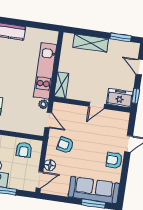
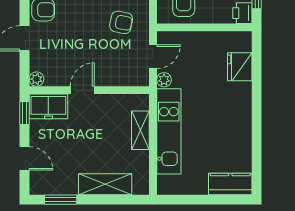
shelving: (62, 85) -> (140, 130), moved
plant: (125, 117) -> (36, 79), added
door: (48, 120) -> (153, 57), swing flipped

